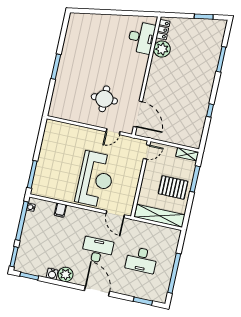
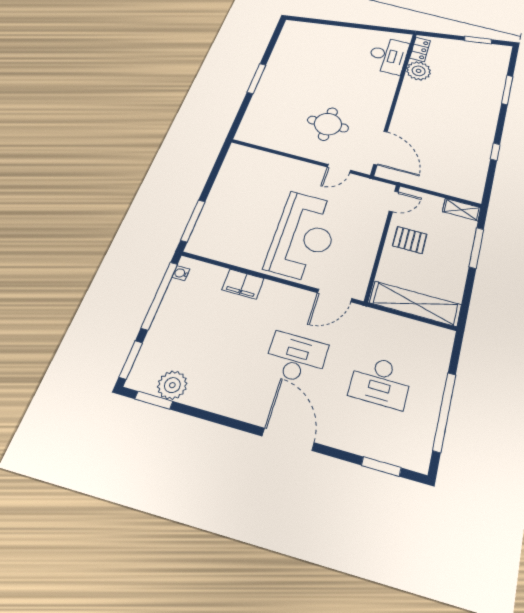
pallet: (173, 187) -> (410, 240), moved, width x0.67, depth x0.71
filing cabinet: (60, 210) -> (243, 284), width x2.00
door: (115, 214) -> (335, 296), hinge flipped
water cooler: (52, 274) -> (201, 398), removed
plant: (66, 274) -> (172, 385), moved

